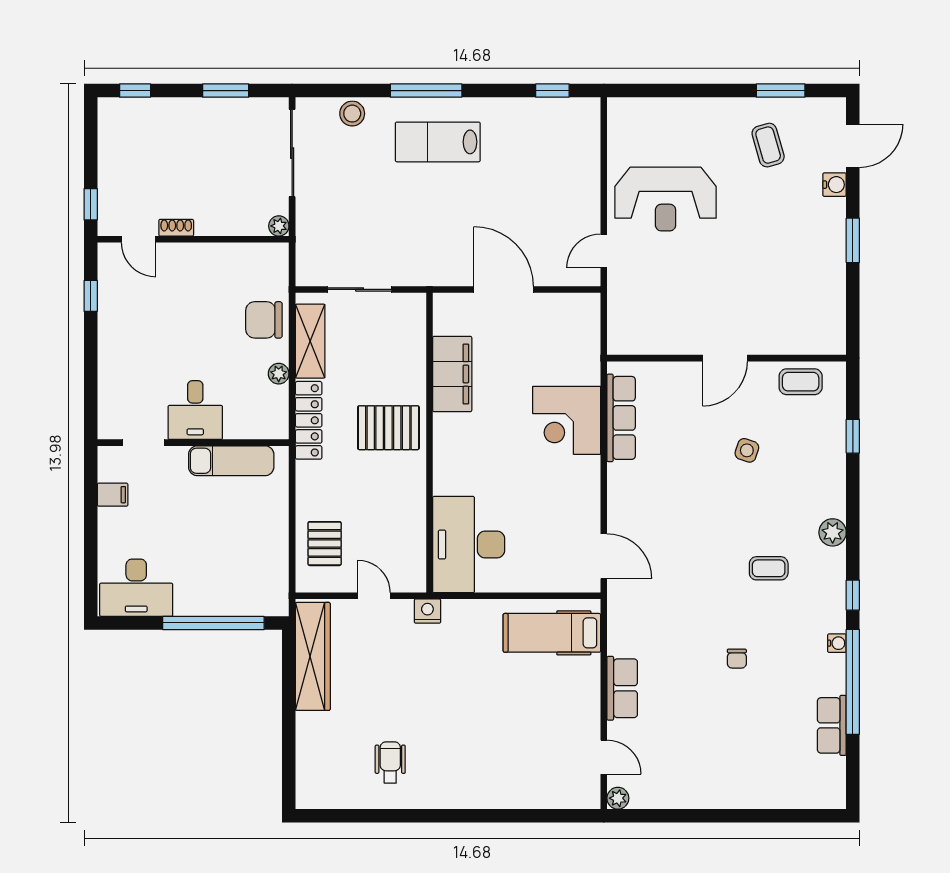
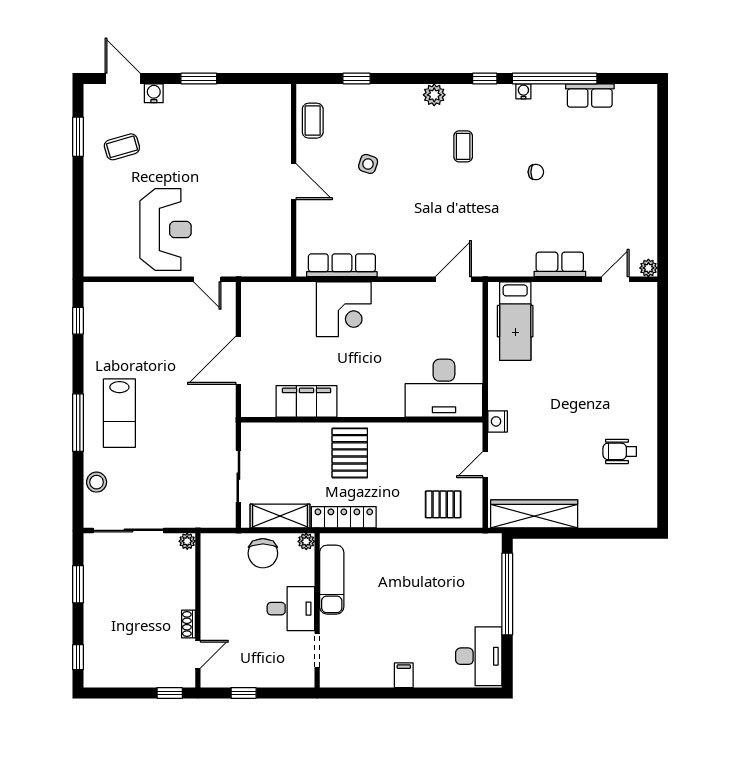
desk: (195, 410) -> (291, 609), moved
doorway: (143, 443) -> (317, 650), moved
wall: (193, 443) -> (317, 610), moved
exam couch: (231, 461) -> (332, 580), moved

